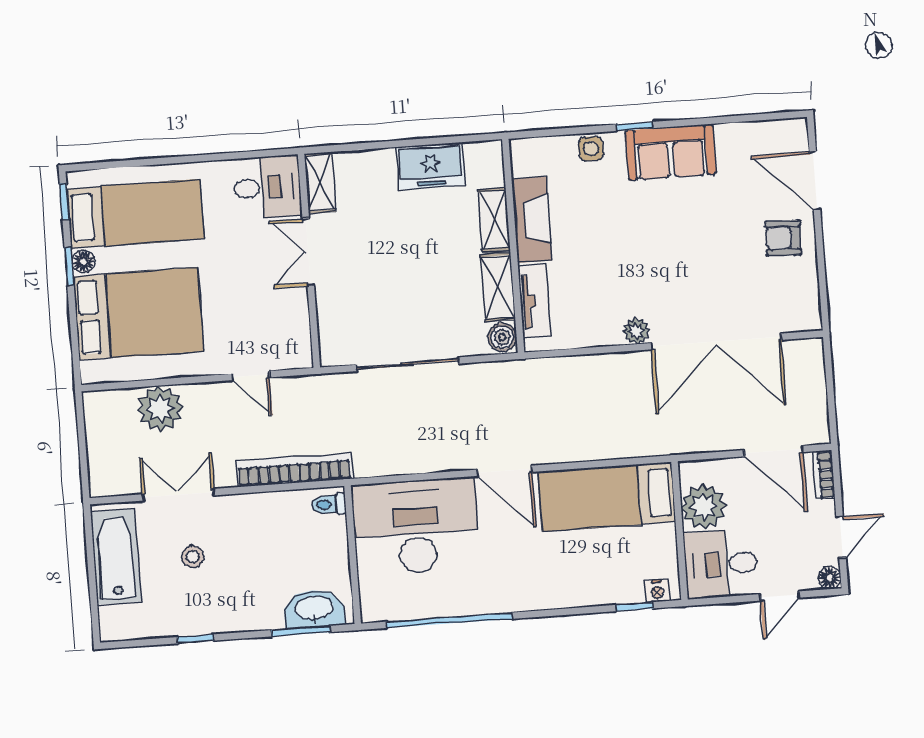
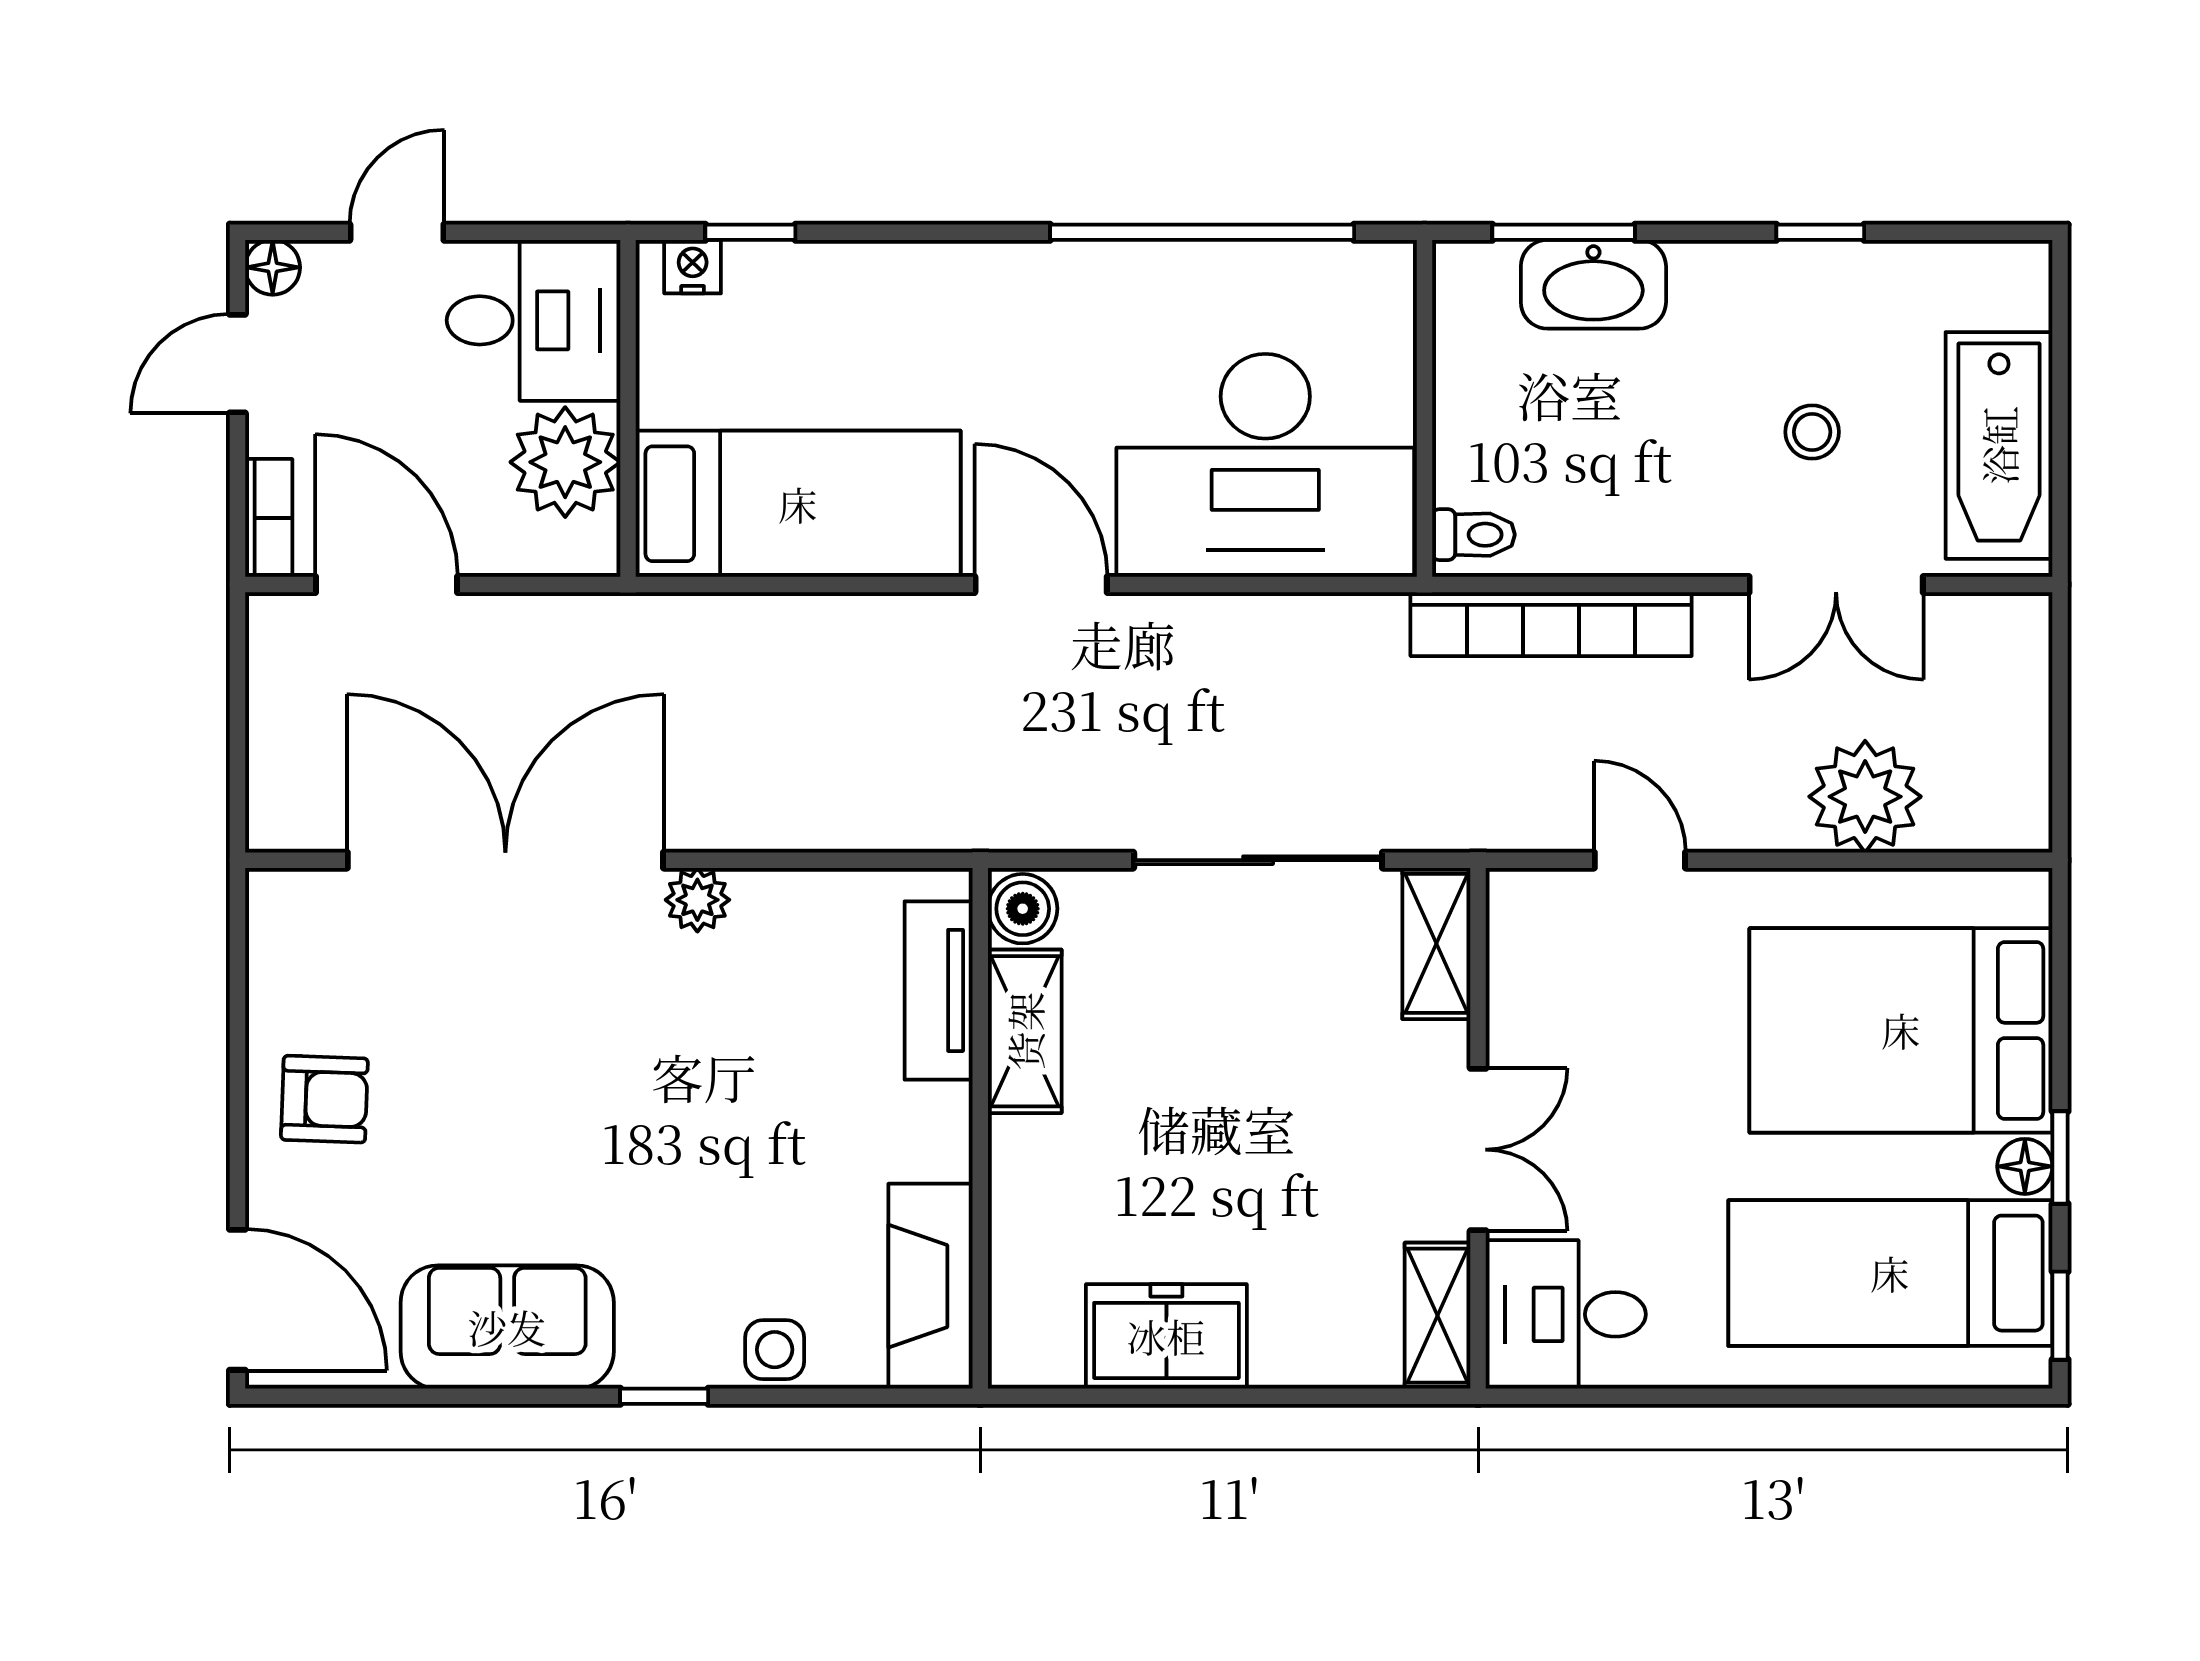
sofa: (671, 152) -> (507, 1327), moved
door: (815, 181) -> (237, 1300), moved
shelving: (494, 220) -> (1436, 943), moved
fireplace: (532, 220) -> (930, 1286), moved
washbasin: (314, 609) -> (1593, 284), moved

